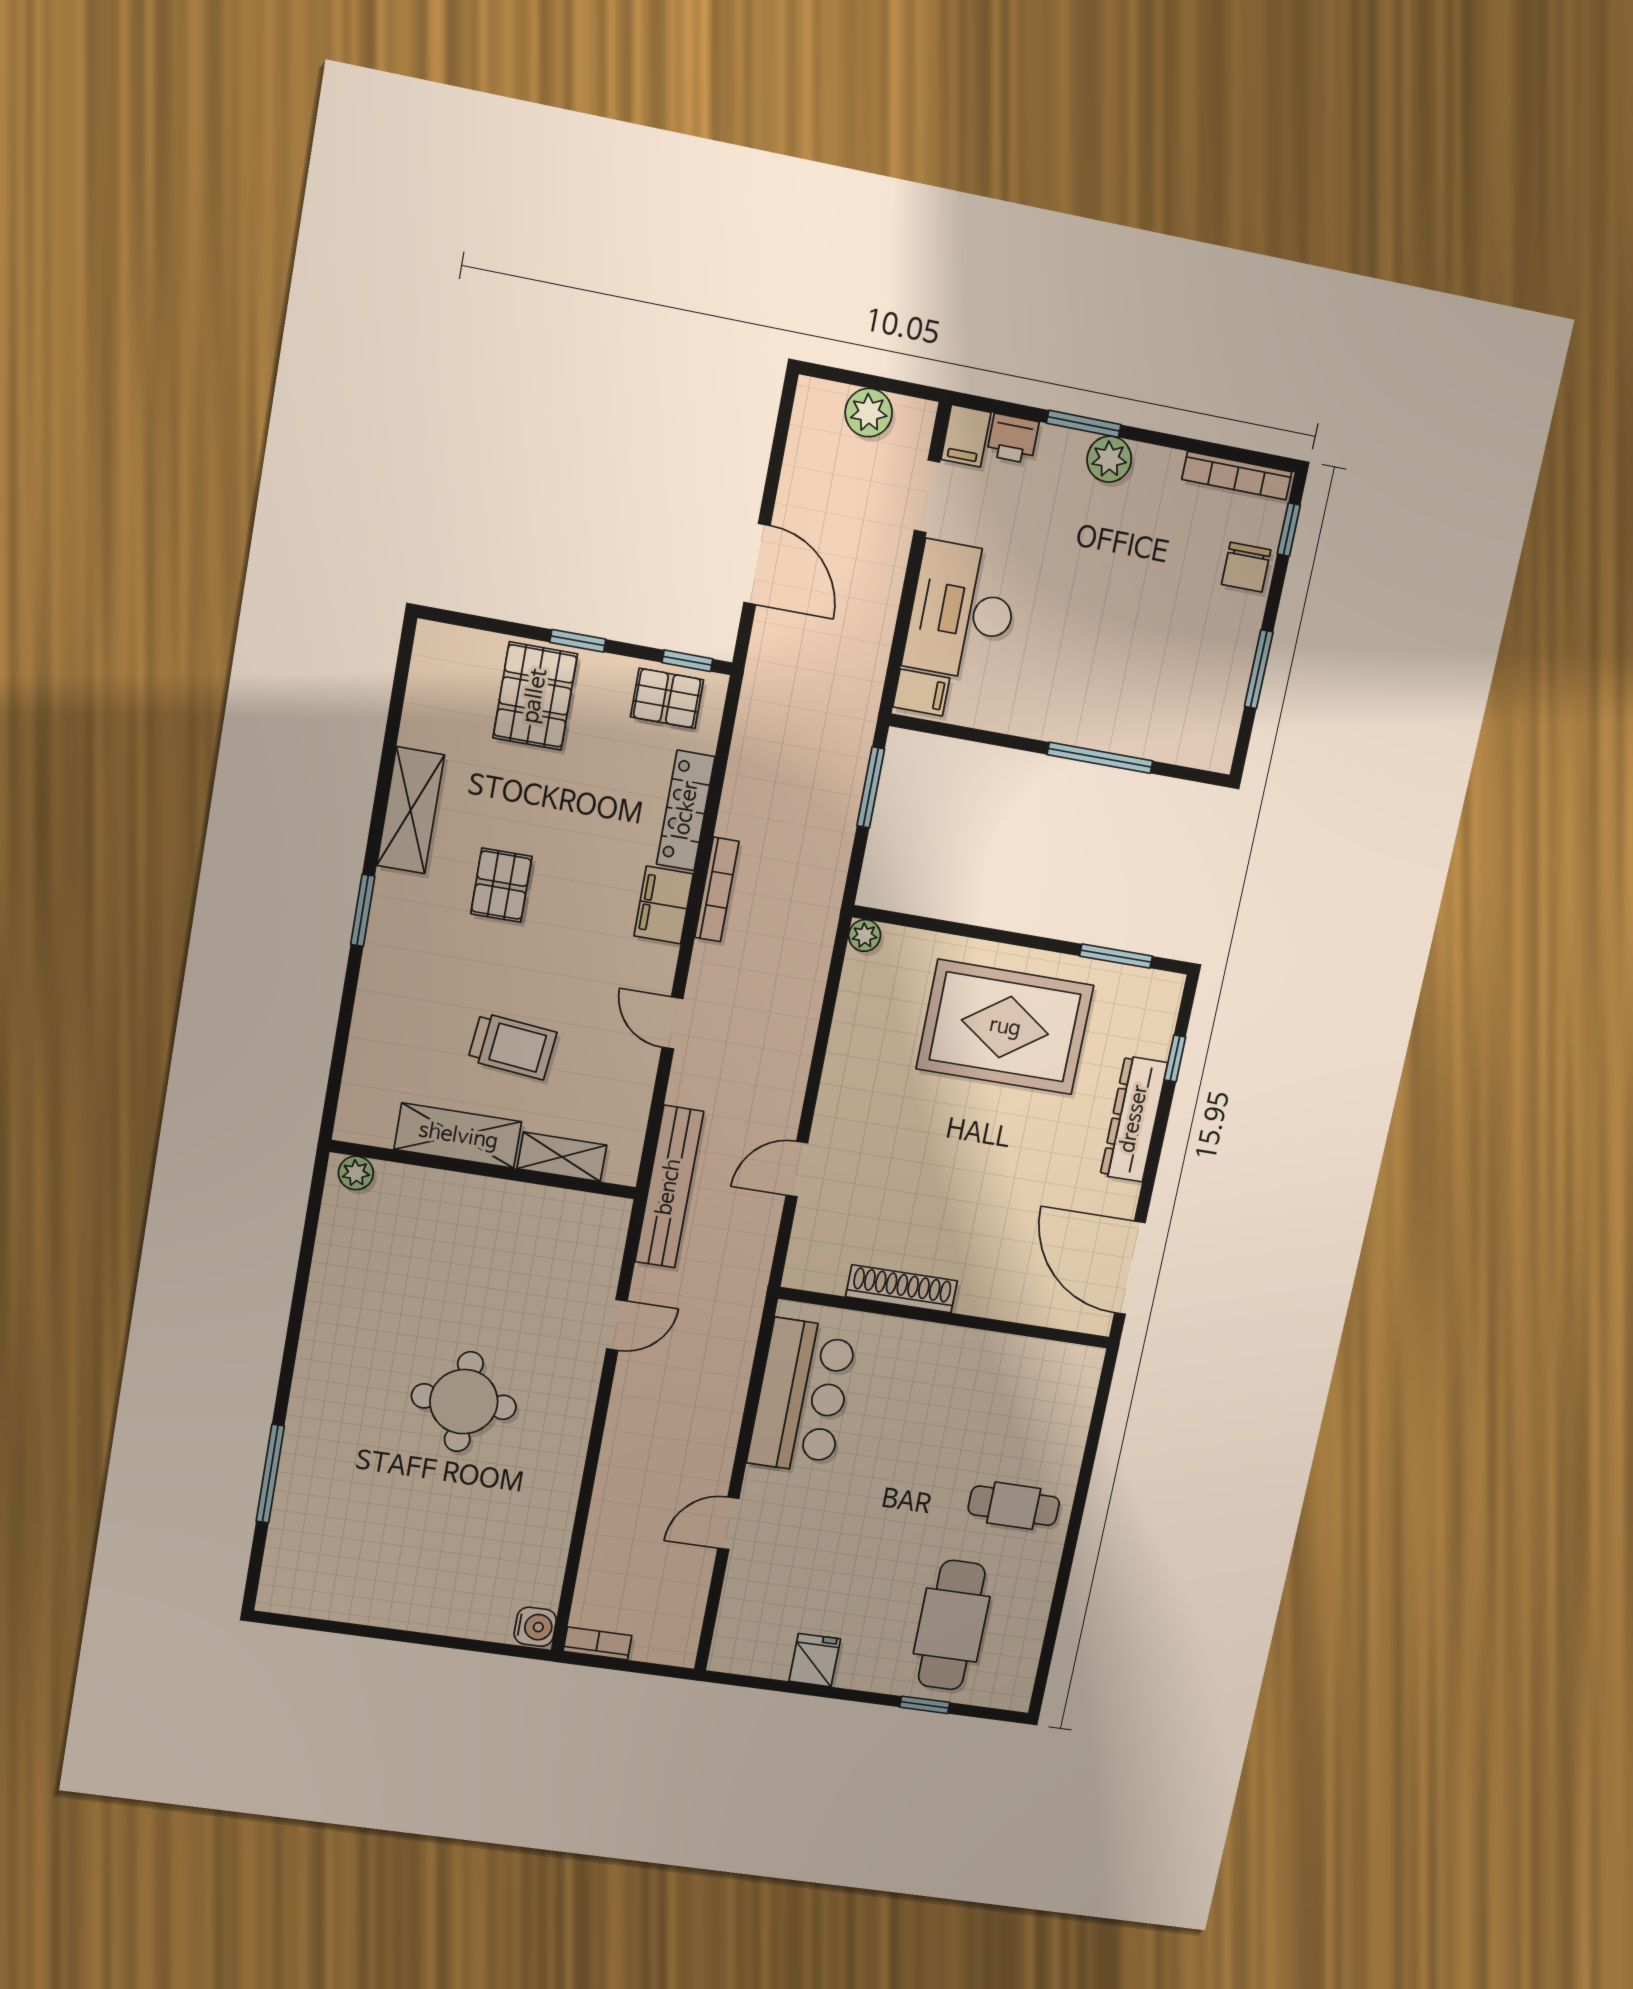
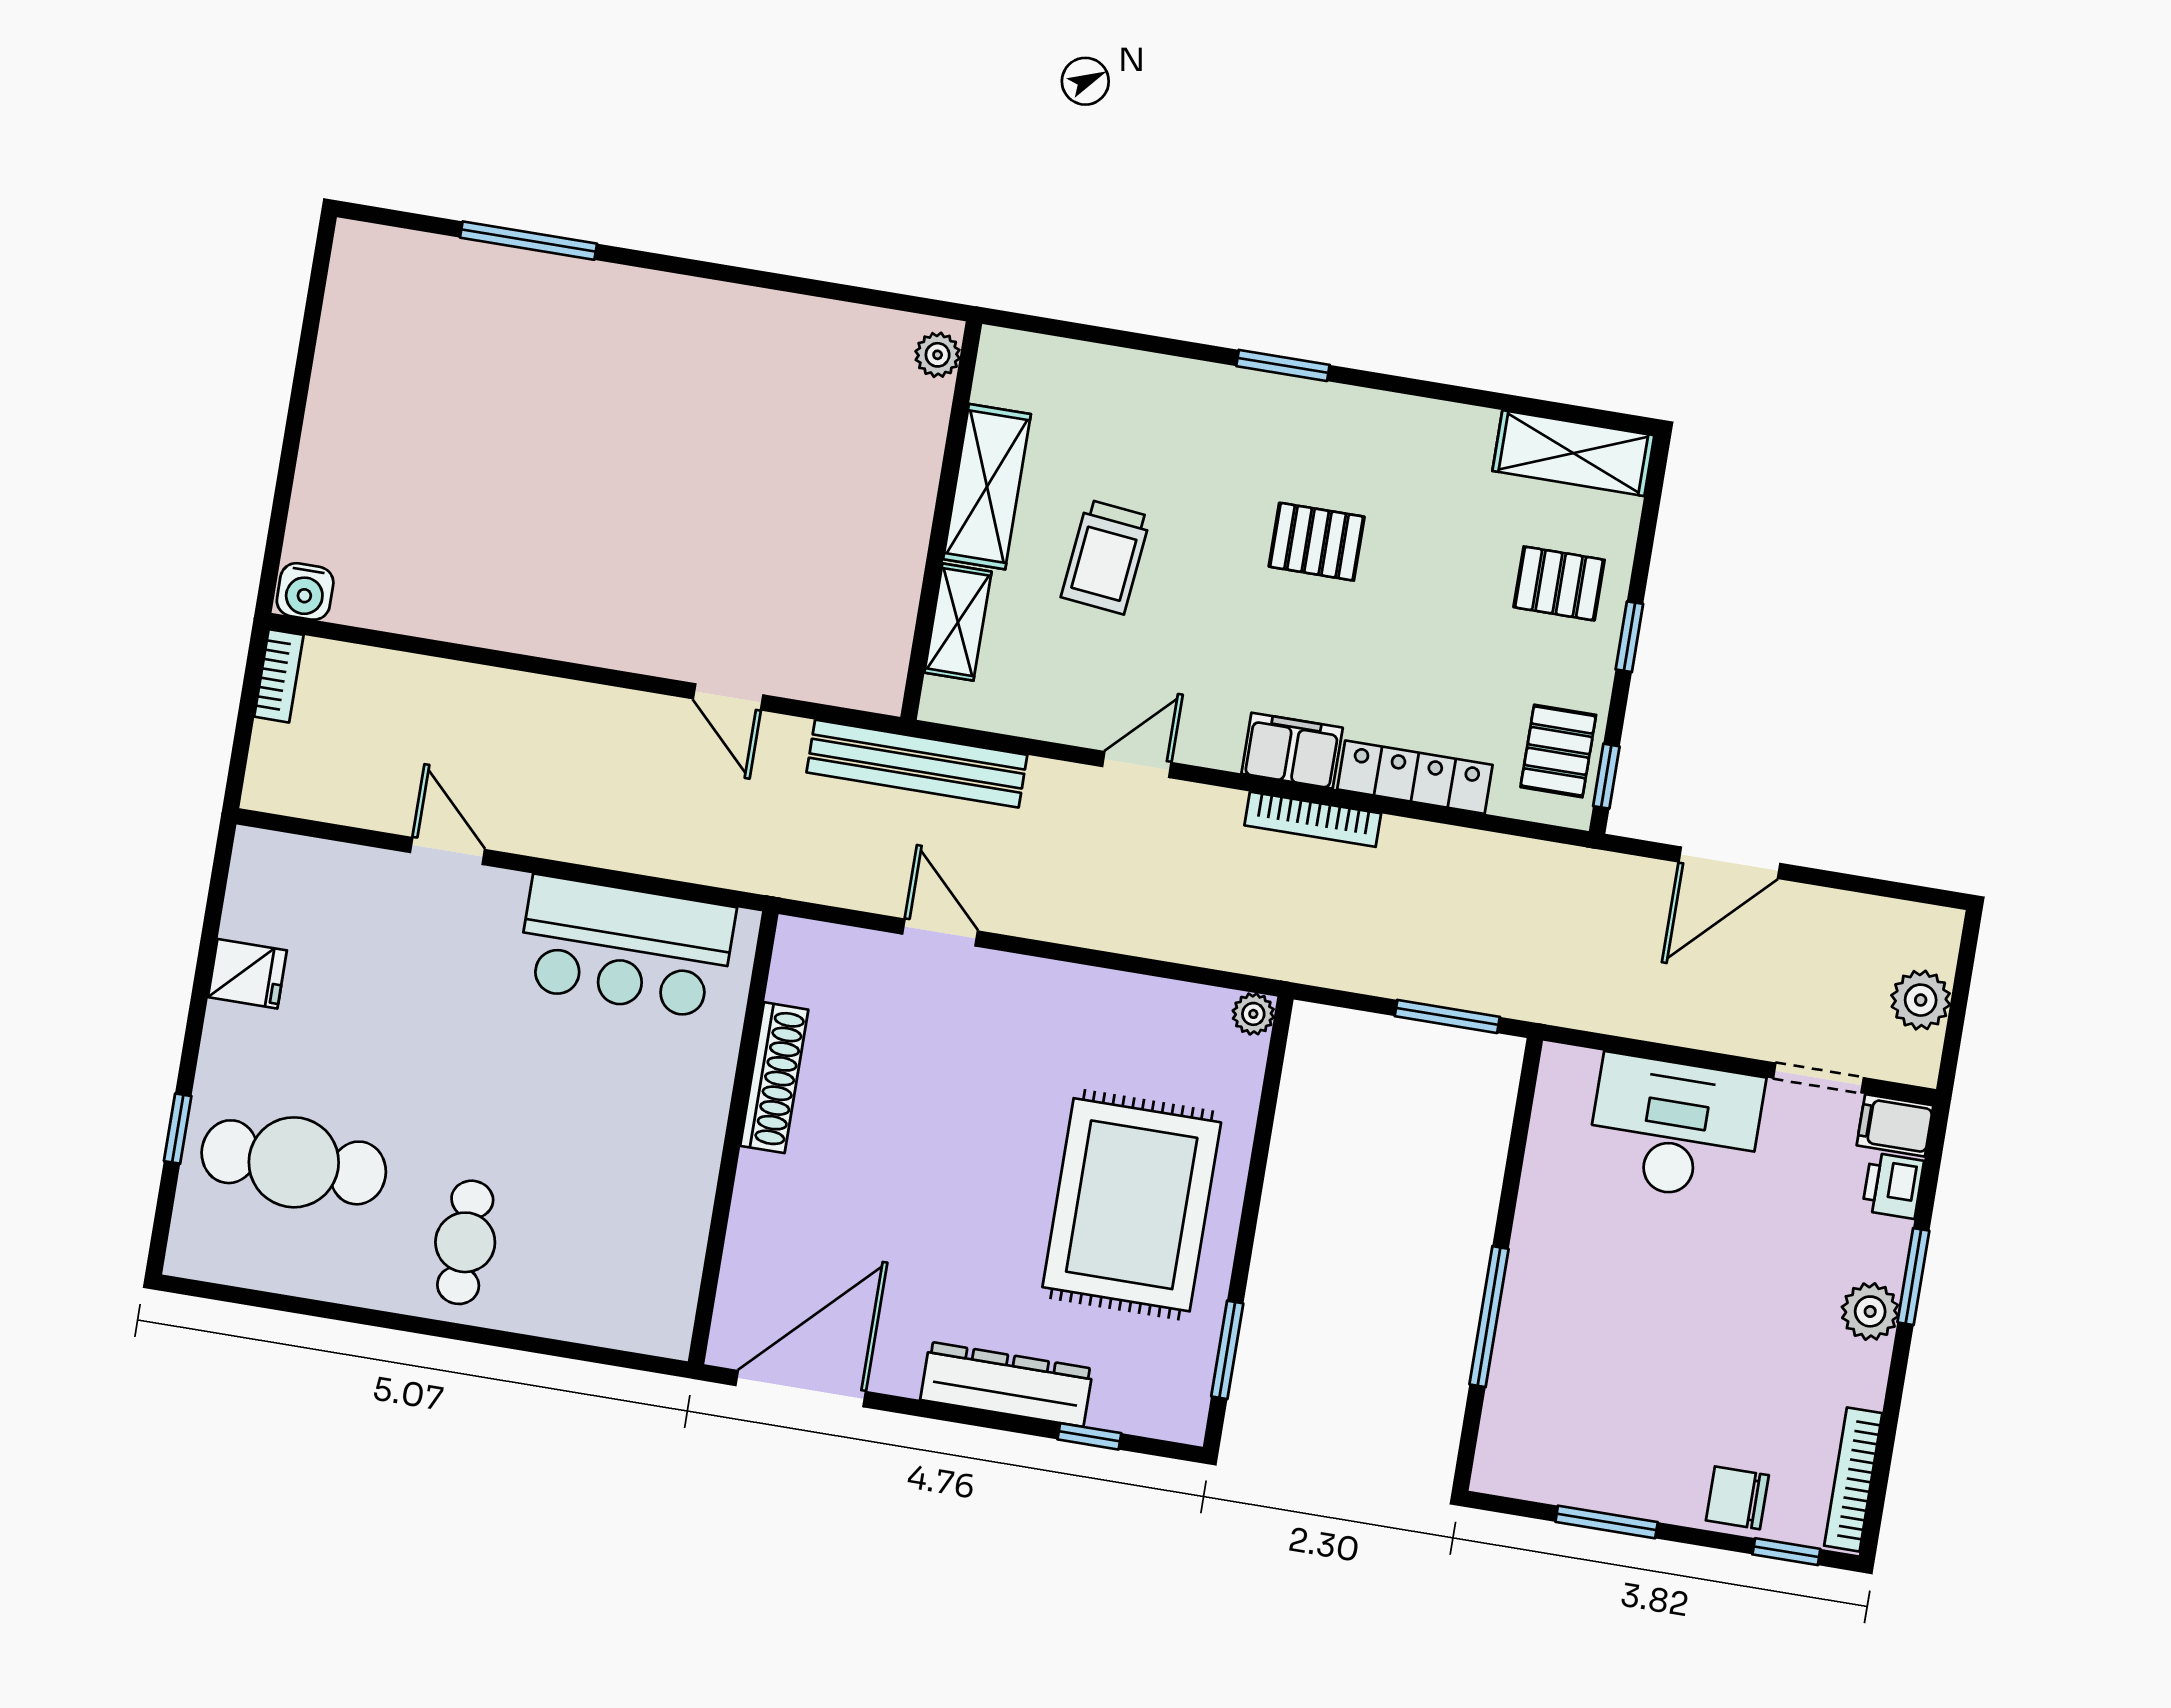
filing cabinet: (921, 693) -> (1570, 1079), removed
pallet: (535, 696) -> (1559, 583), width x0.67, depth x0.71
shelving: (411, 810) -> (1573, 453), moved
round table: (464, 1402) -> (625, 495), removed

